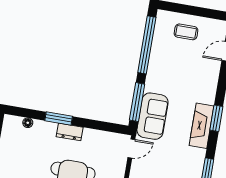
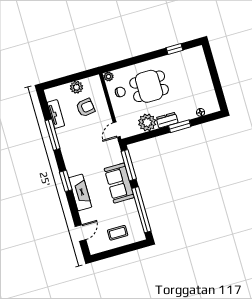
sofa: (152, 116) -> (119, 183), moved
fireplace: (202, 126) -> (80, 192), moved
plant: (93, 140) -> (147, 122), added

